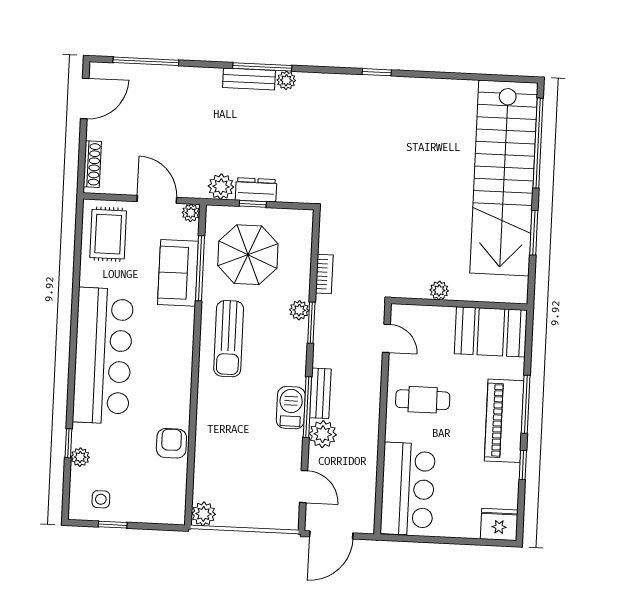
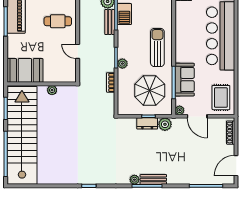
plant: (439, 290) -> (52, 90), moved
wall: (459, 304) -> (42, 84), moved
booth: (491, 332) -> (25, 70), moved

